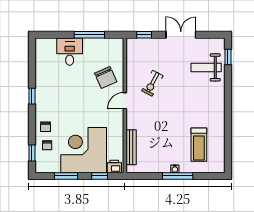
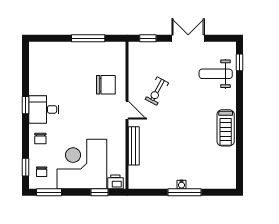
desk: (70, 52) -> (44, 109), moved, turned -90
chair: (106, 77) -> (106, 85), turned -66
door: (125, 101) -> (127, 110), swing flipped
chair: (47, 145) -> (42, 172), moved
treadmill: (199, 145) -> (226, 128), moved
bench: (131, 147) -> (134, 146), moved
window: (66, 176) -> (49, 192), moved

